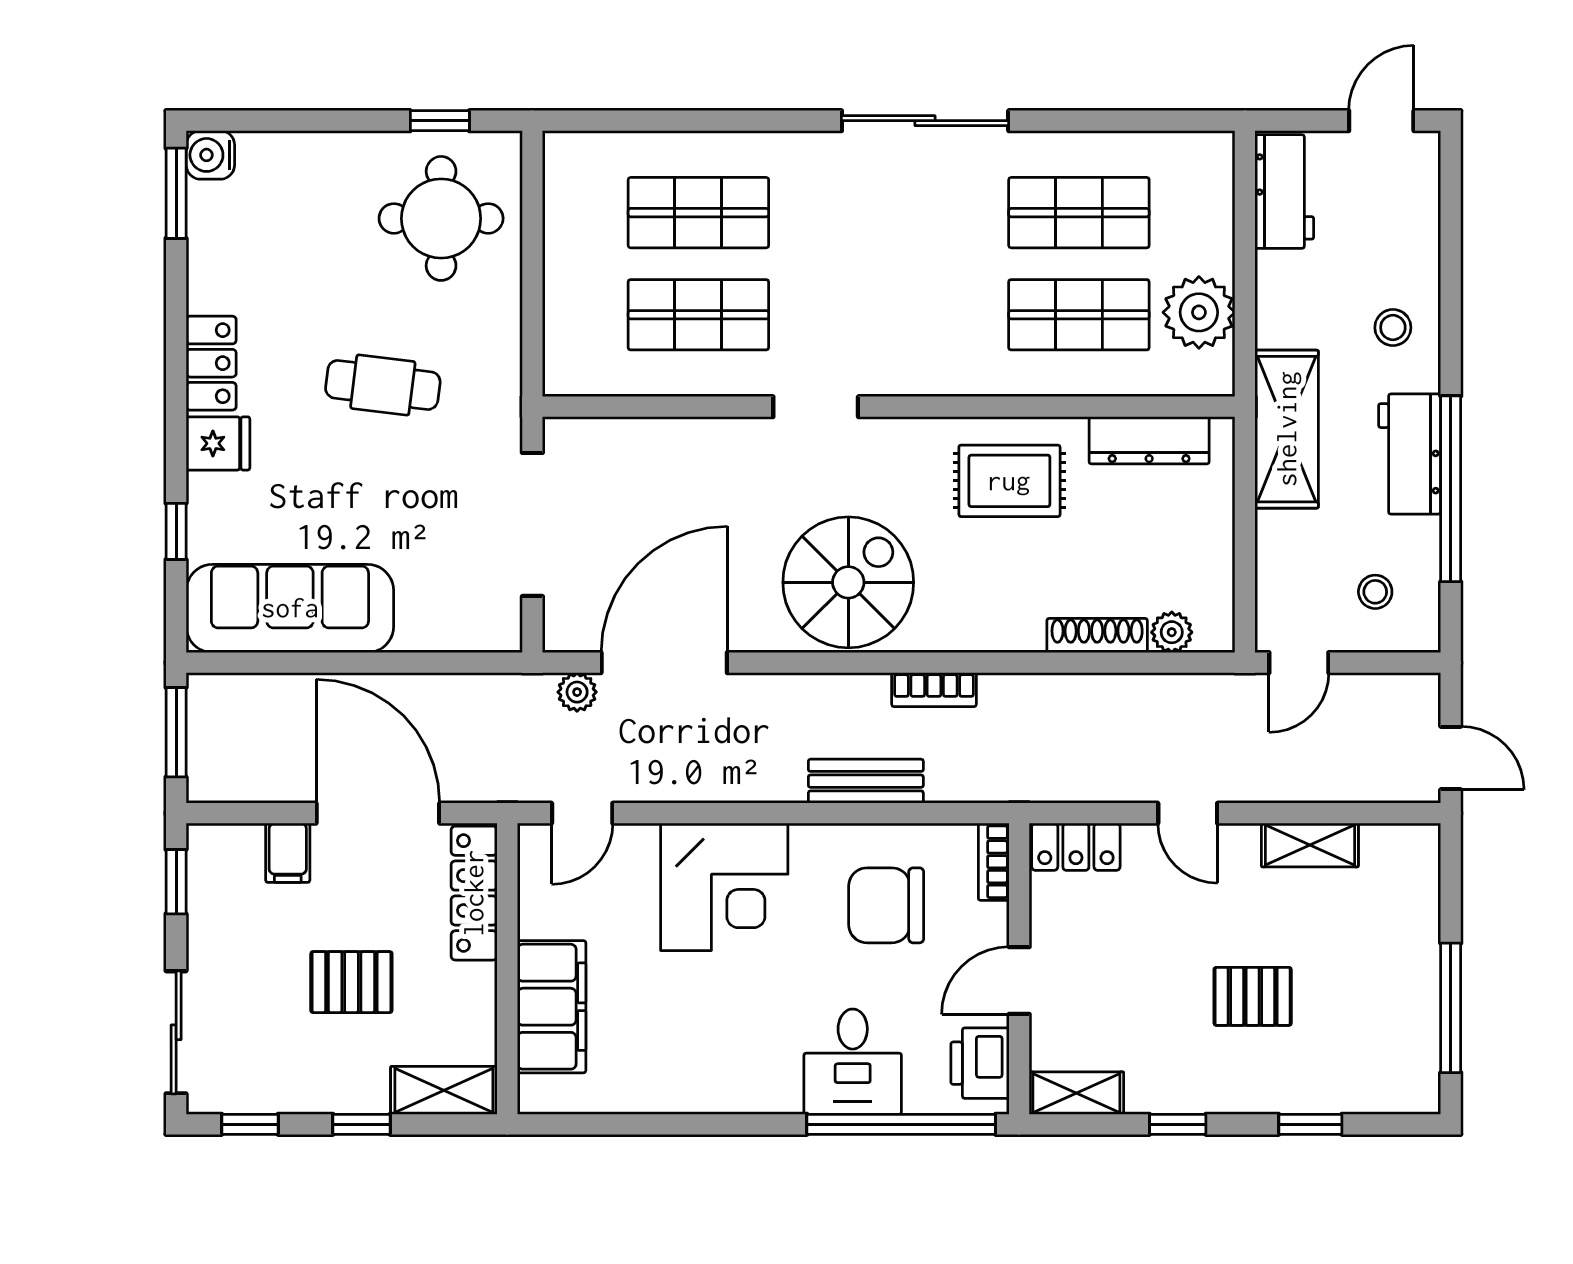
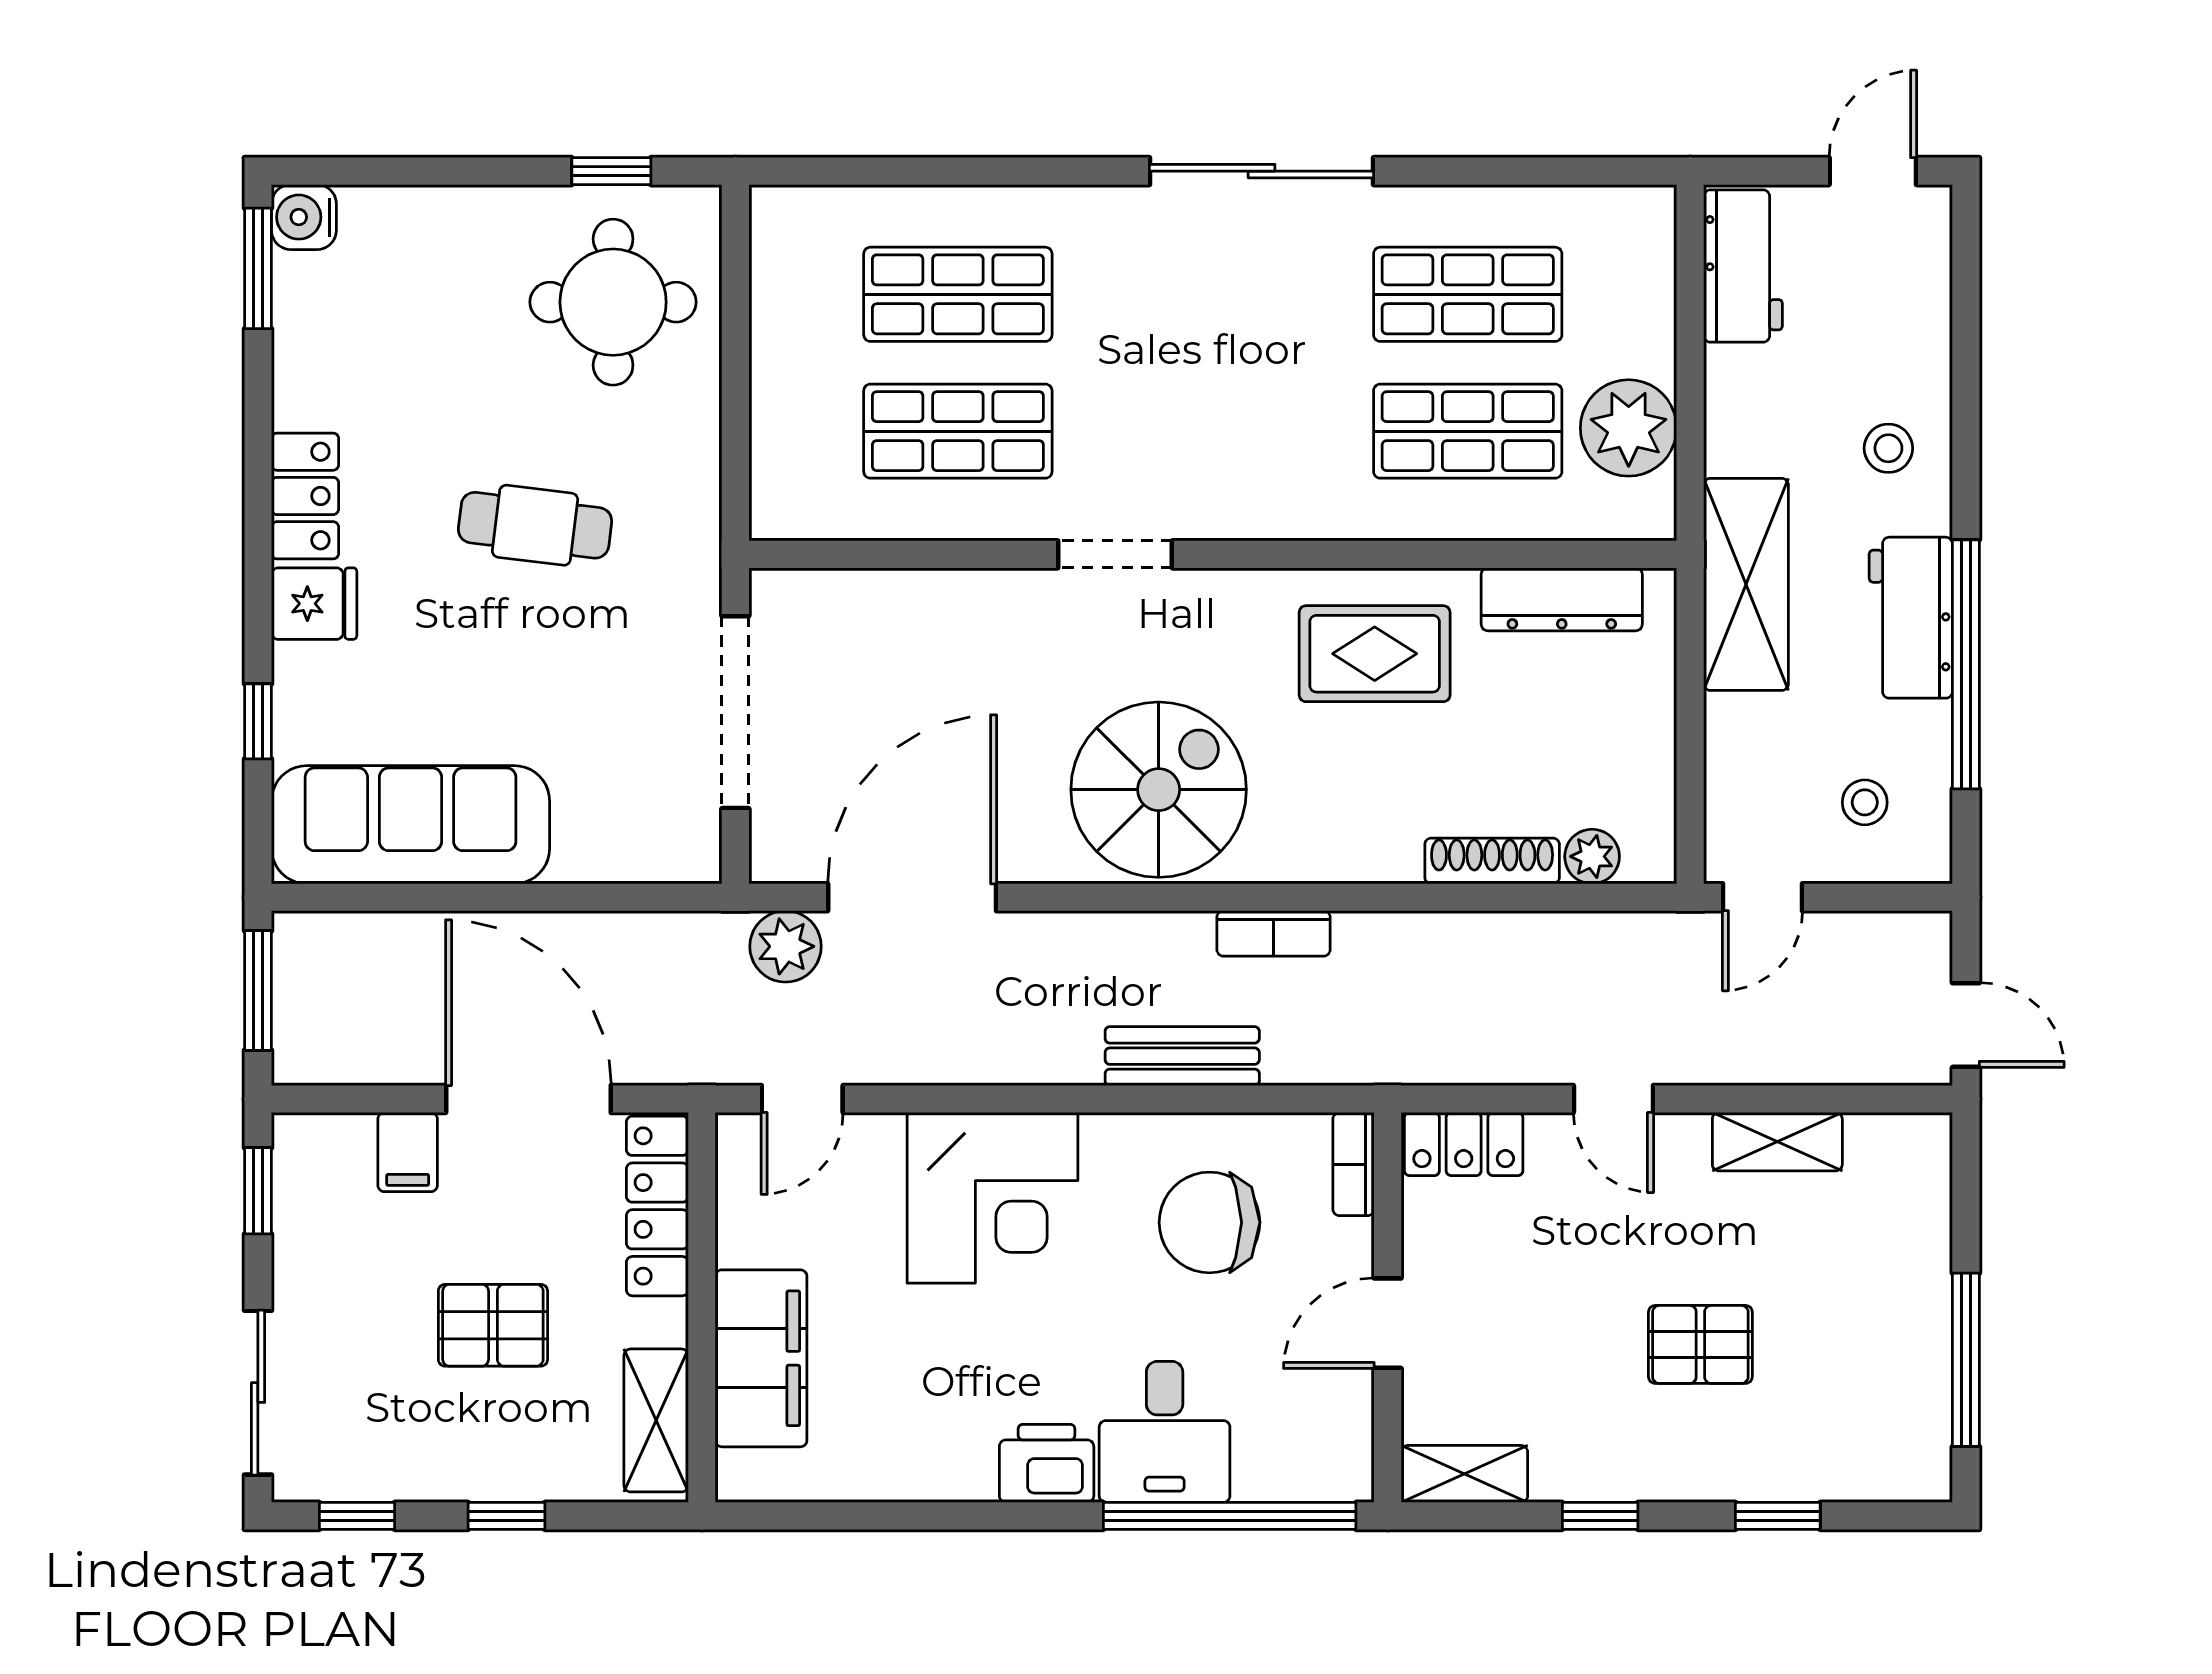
plant: (577, 692) -> (786, 946), width x1.38, depth x1.38
printer: (980, 1063) -> (1047, 1463), moved, turned 90
shelving: (444, 1090) -> (656, 1420), moved, turned 90

